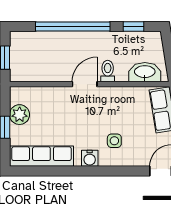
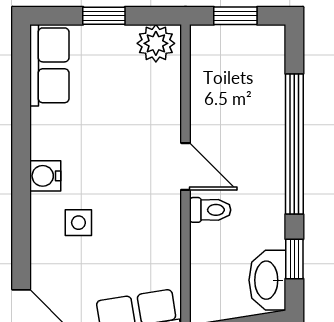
washbasin: (145, 72) -> (267, 280), moved, turned 180
plant: (20, 115) -> (156, 43), moved
row of seats: (41, 156) -> (49, 65), width x0.68

